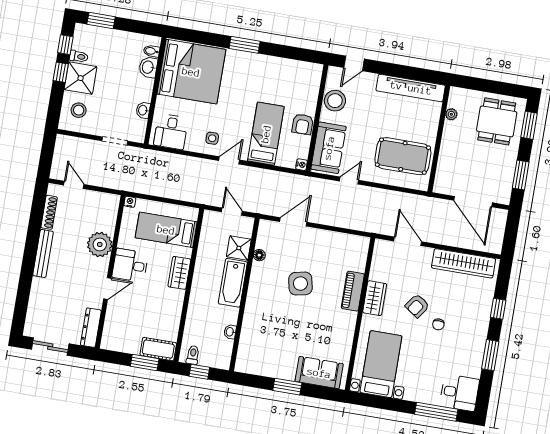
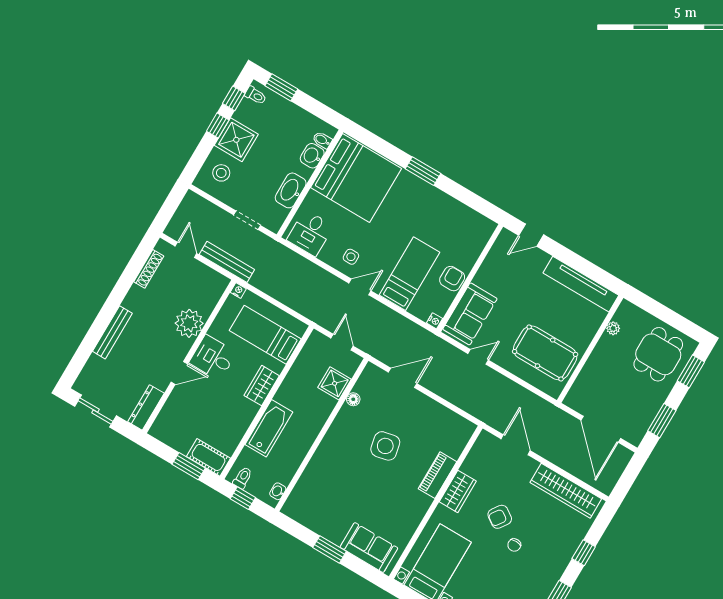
toilet: (79, 56) -> (256, 95), moved
stool: (335, 101) -> (496, 267), removed
washbasin: (143, 110) -> (291, 190), width x1.91, depth x1.45
armchair: (303, 124) -> (452, 279), turned 180
bench: (111, 182) -> (227, 262), added
bench: (43, 253) -> (112, 332), moved
bathtub: (233, 283) -> (269, 428), moved, turned 180
washbasin: (230, 332) -> (278, 491), moved

